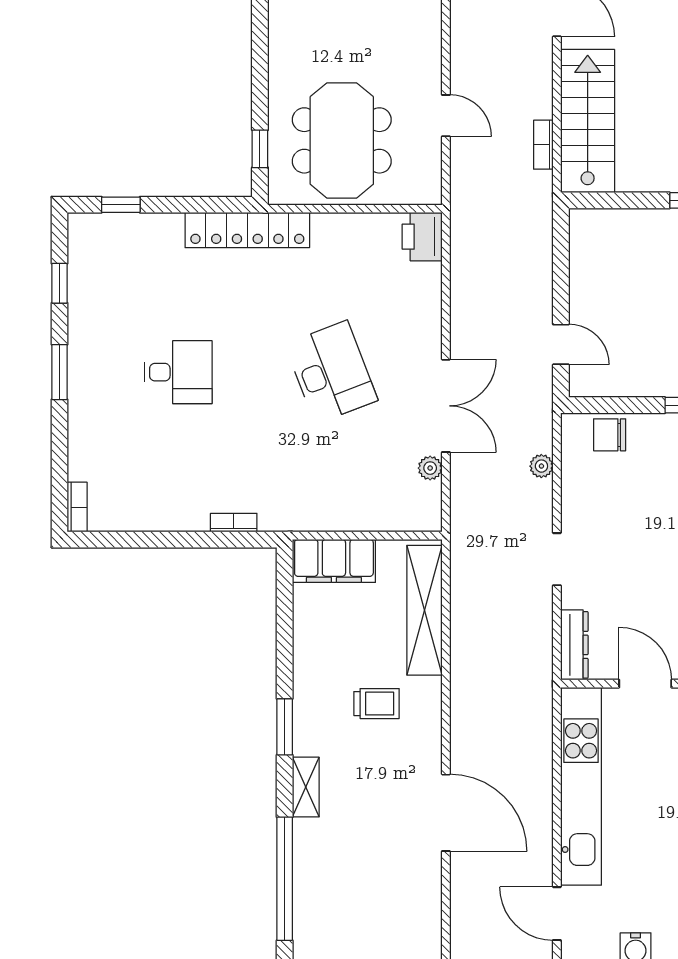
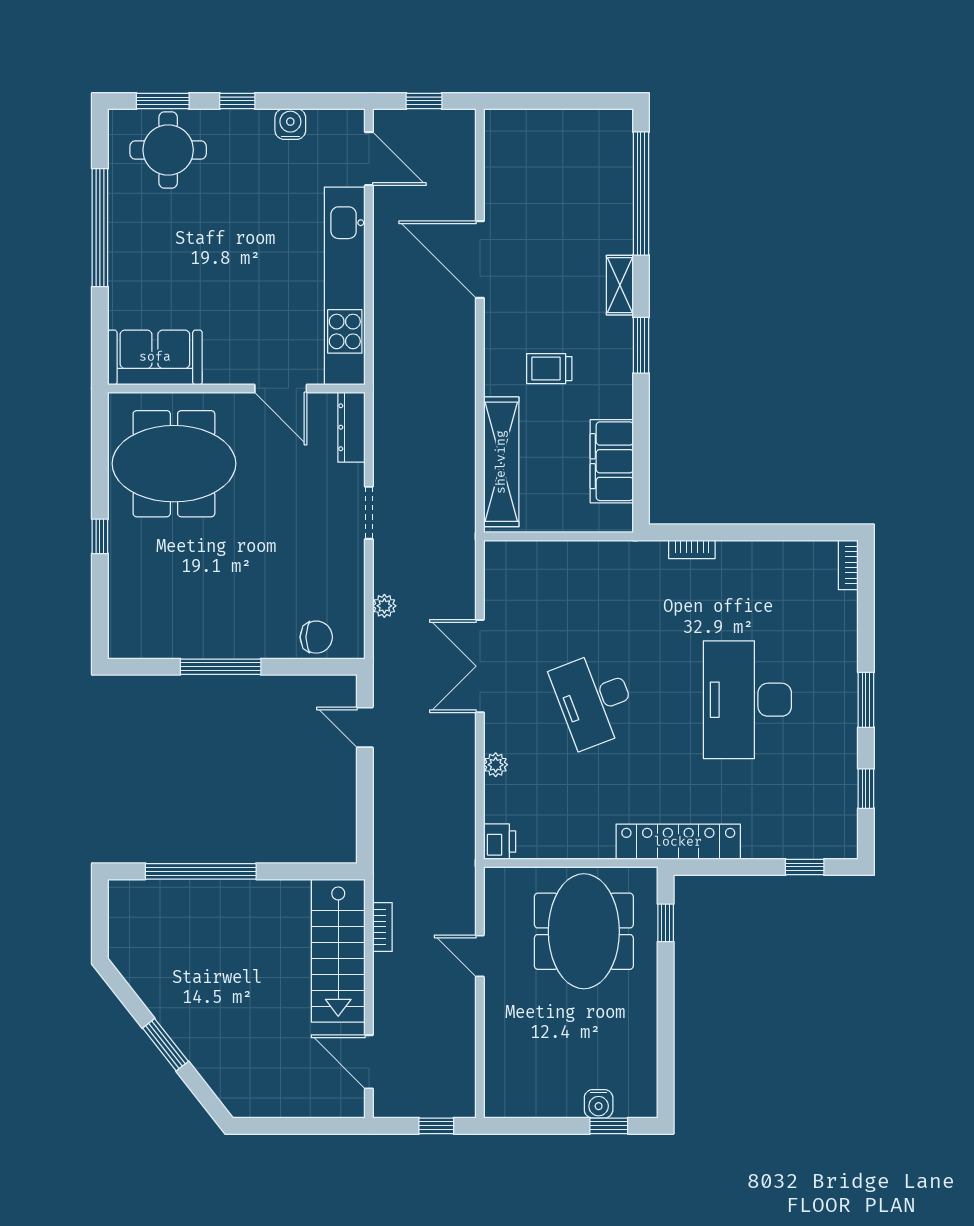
printer: (422, 237) -> (500, 842), width x0.73, depth x0.81
desk: (178, 372) -> (747, 700), width x1.87, depth x1.30
plant: (430, 468) -> (496, 765), moved
filing cabinet: (334, 561) -> (612, 461), moved, turned -90

